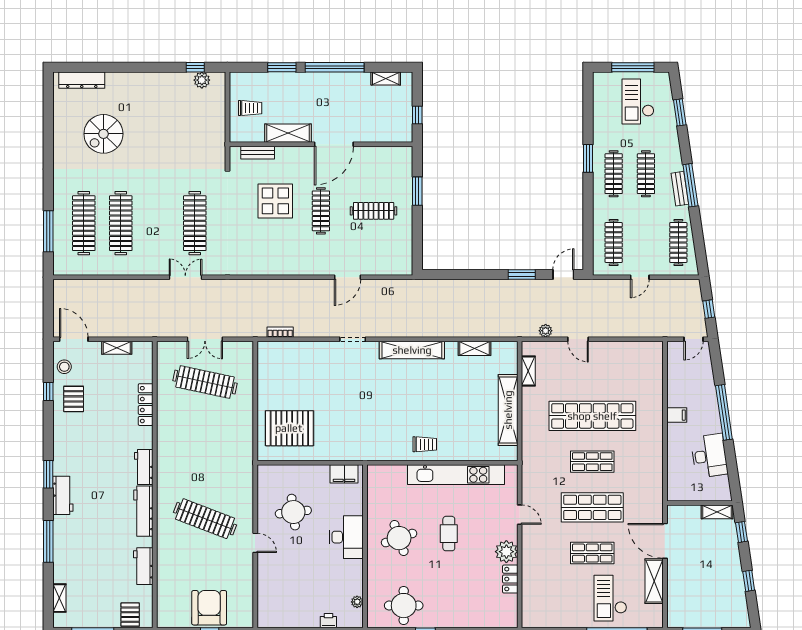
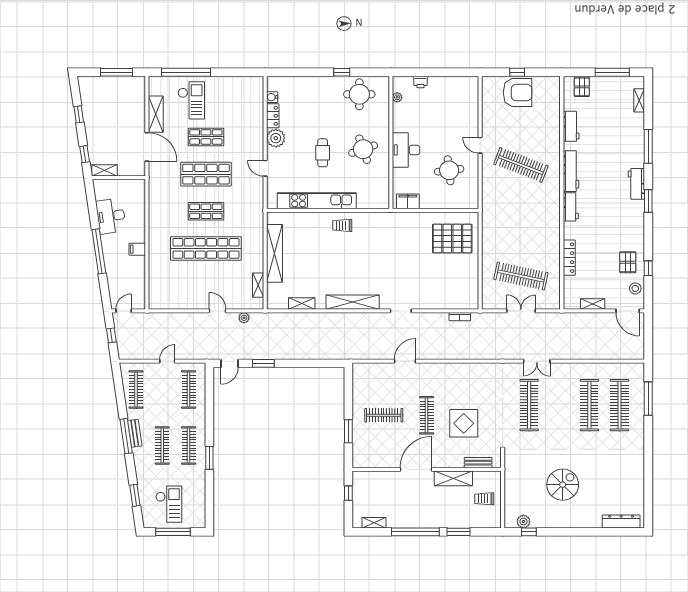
spiral stairs: (103, 134) -> (563, 485), moved
water cooler: (511, 602) -> (272, 97), added
armchair: (209, 608) -> (517, 93), turned -90

